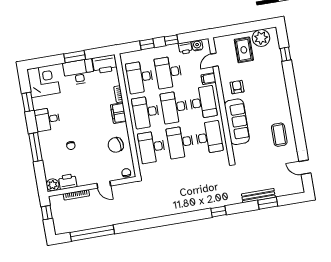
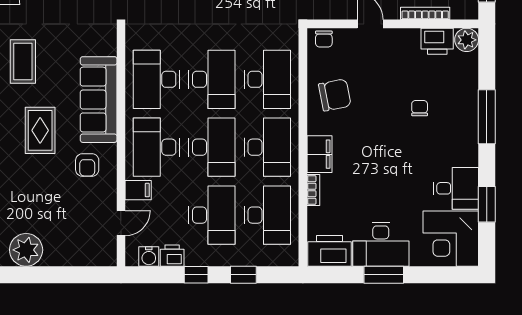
rug: (244, 50) -> (40, 130), moved
desk: (47, 119) -> (456, 188), moved

